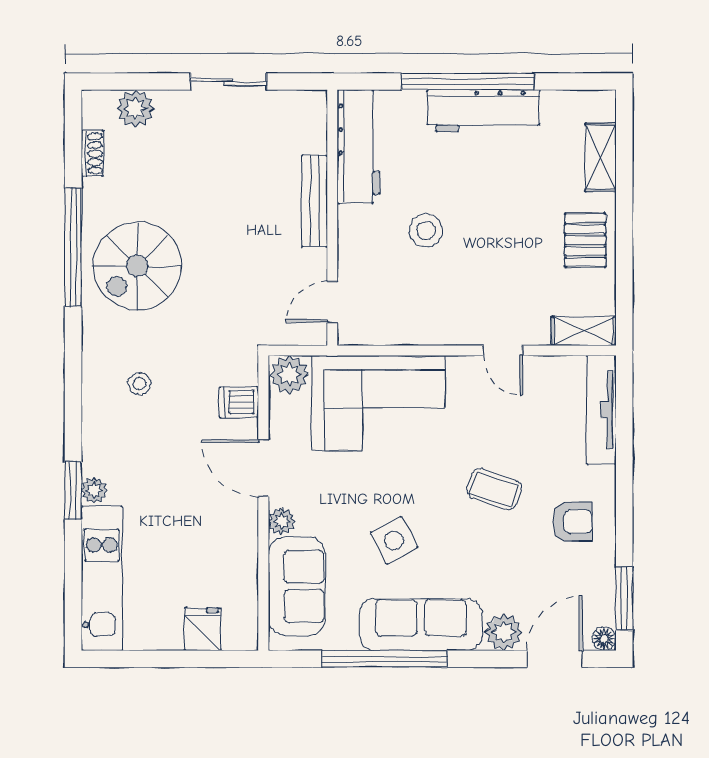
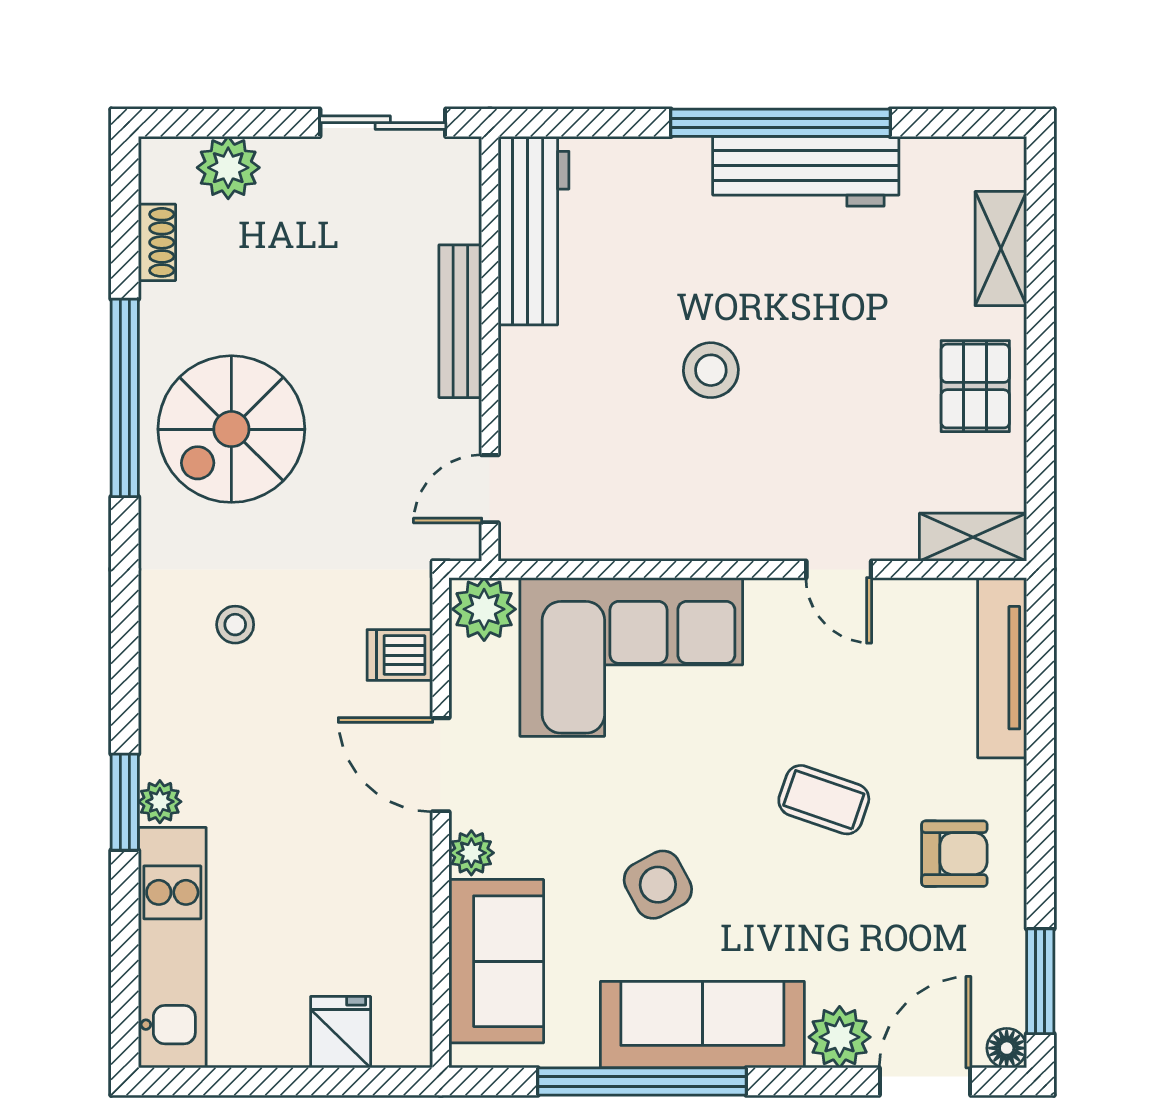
workbench: (359, 146) -> (533, 231), moved
bench: (314, 201) -> (460, 321), moved
wall: (332, 218) -> (490, 349), moved
door: (332, 302) -> (490, 489), moved

